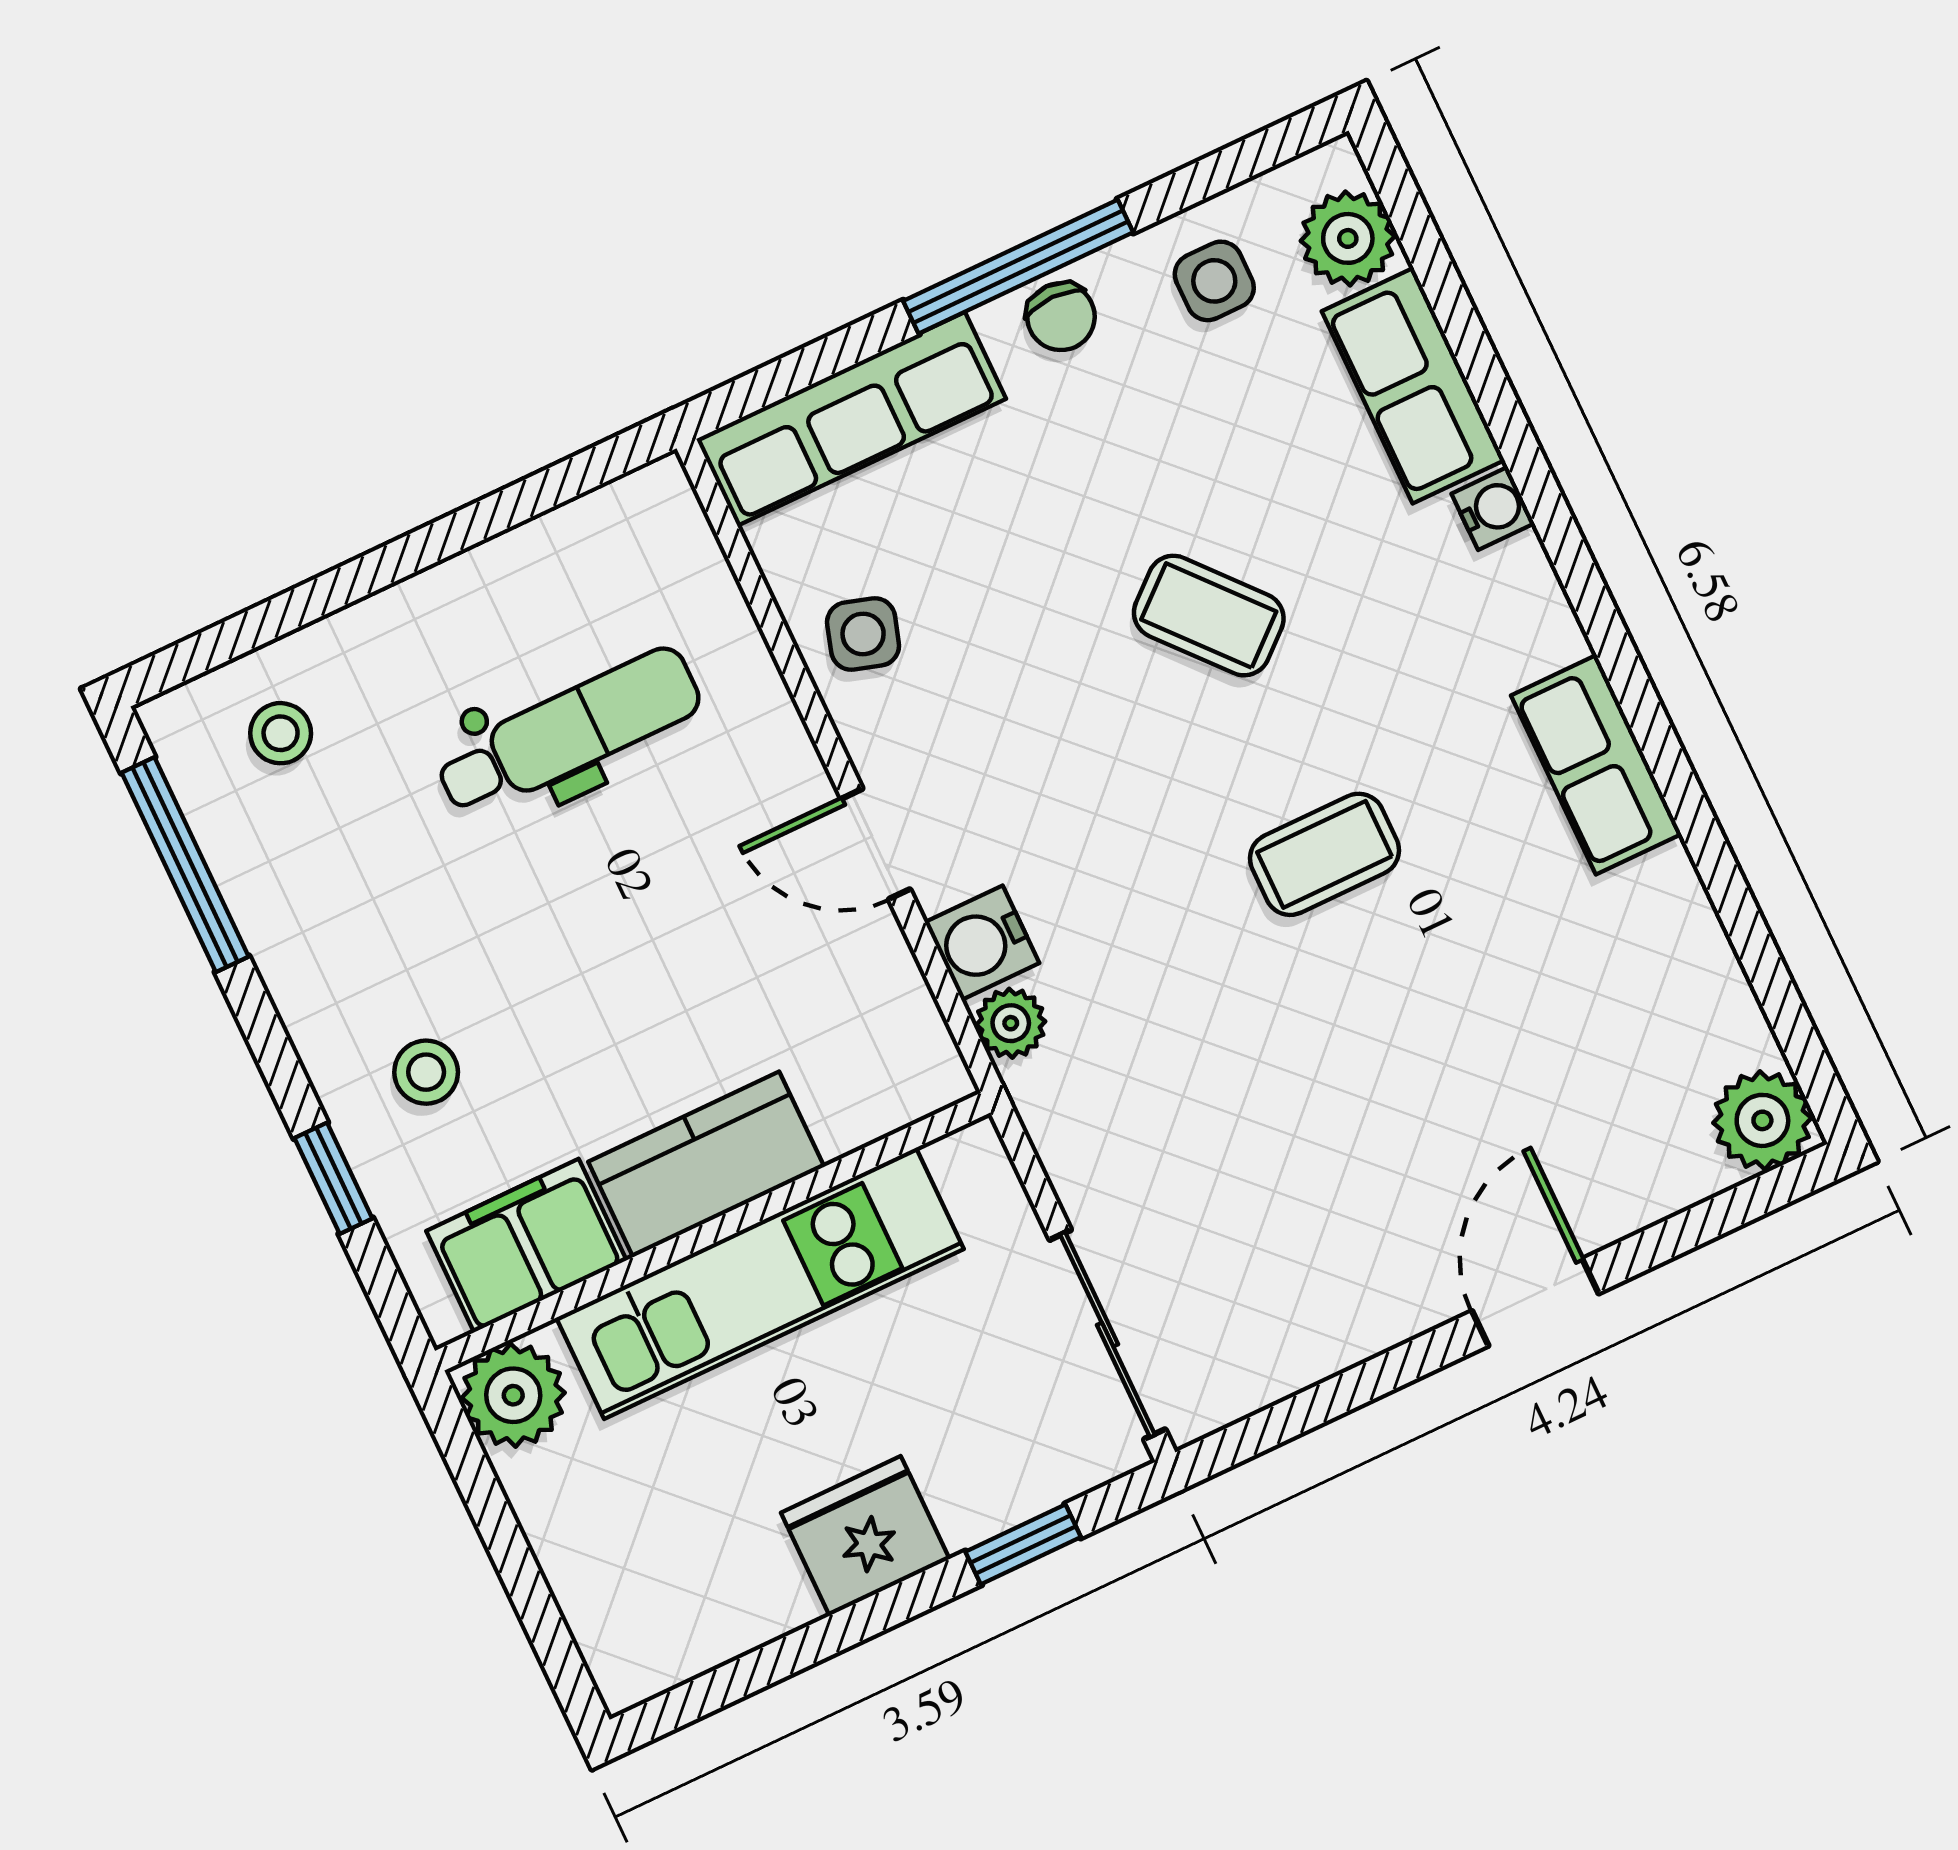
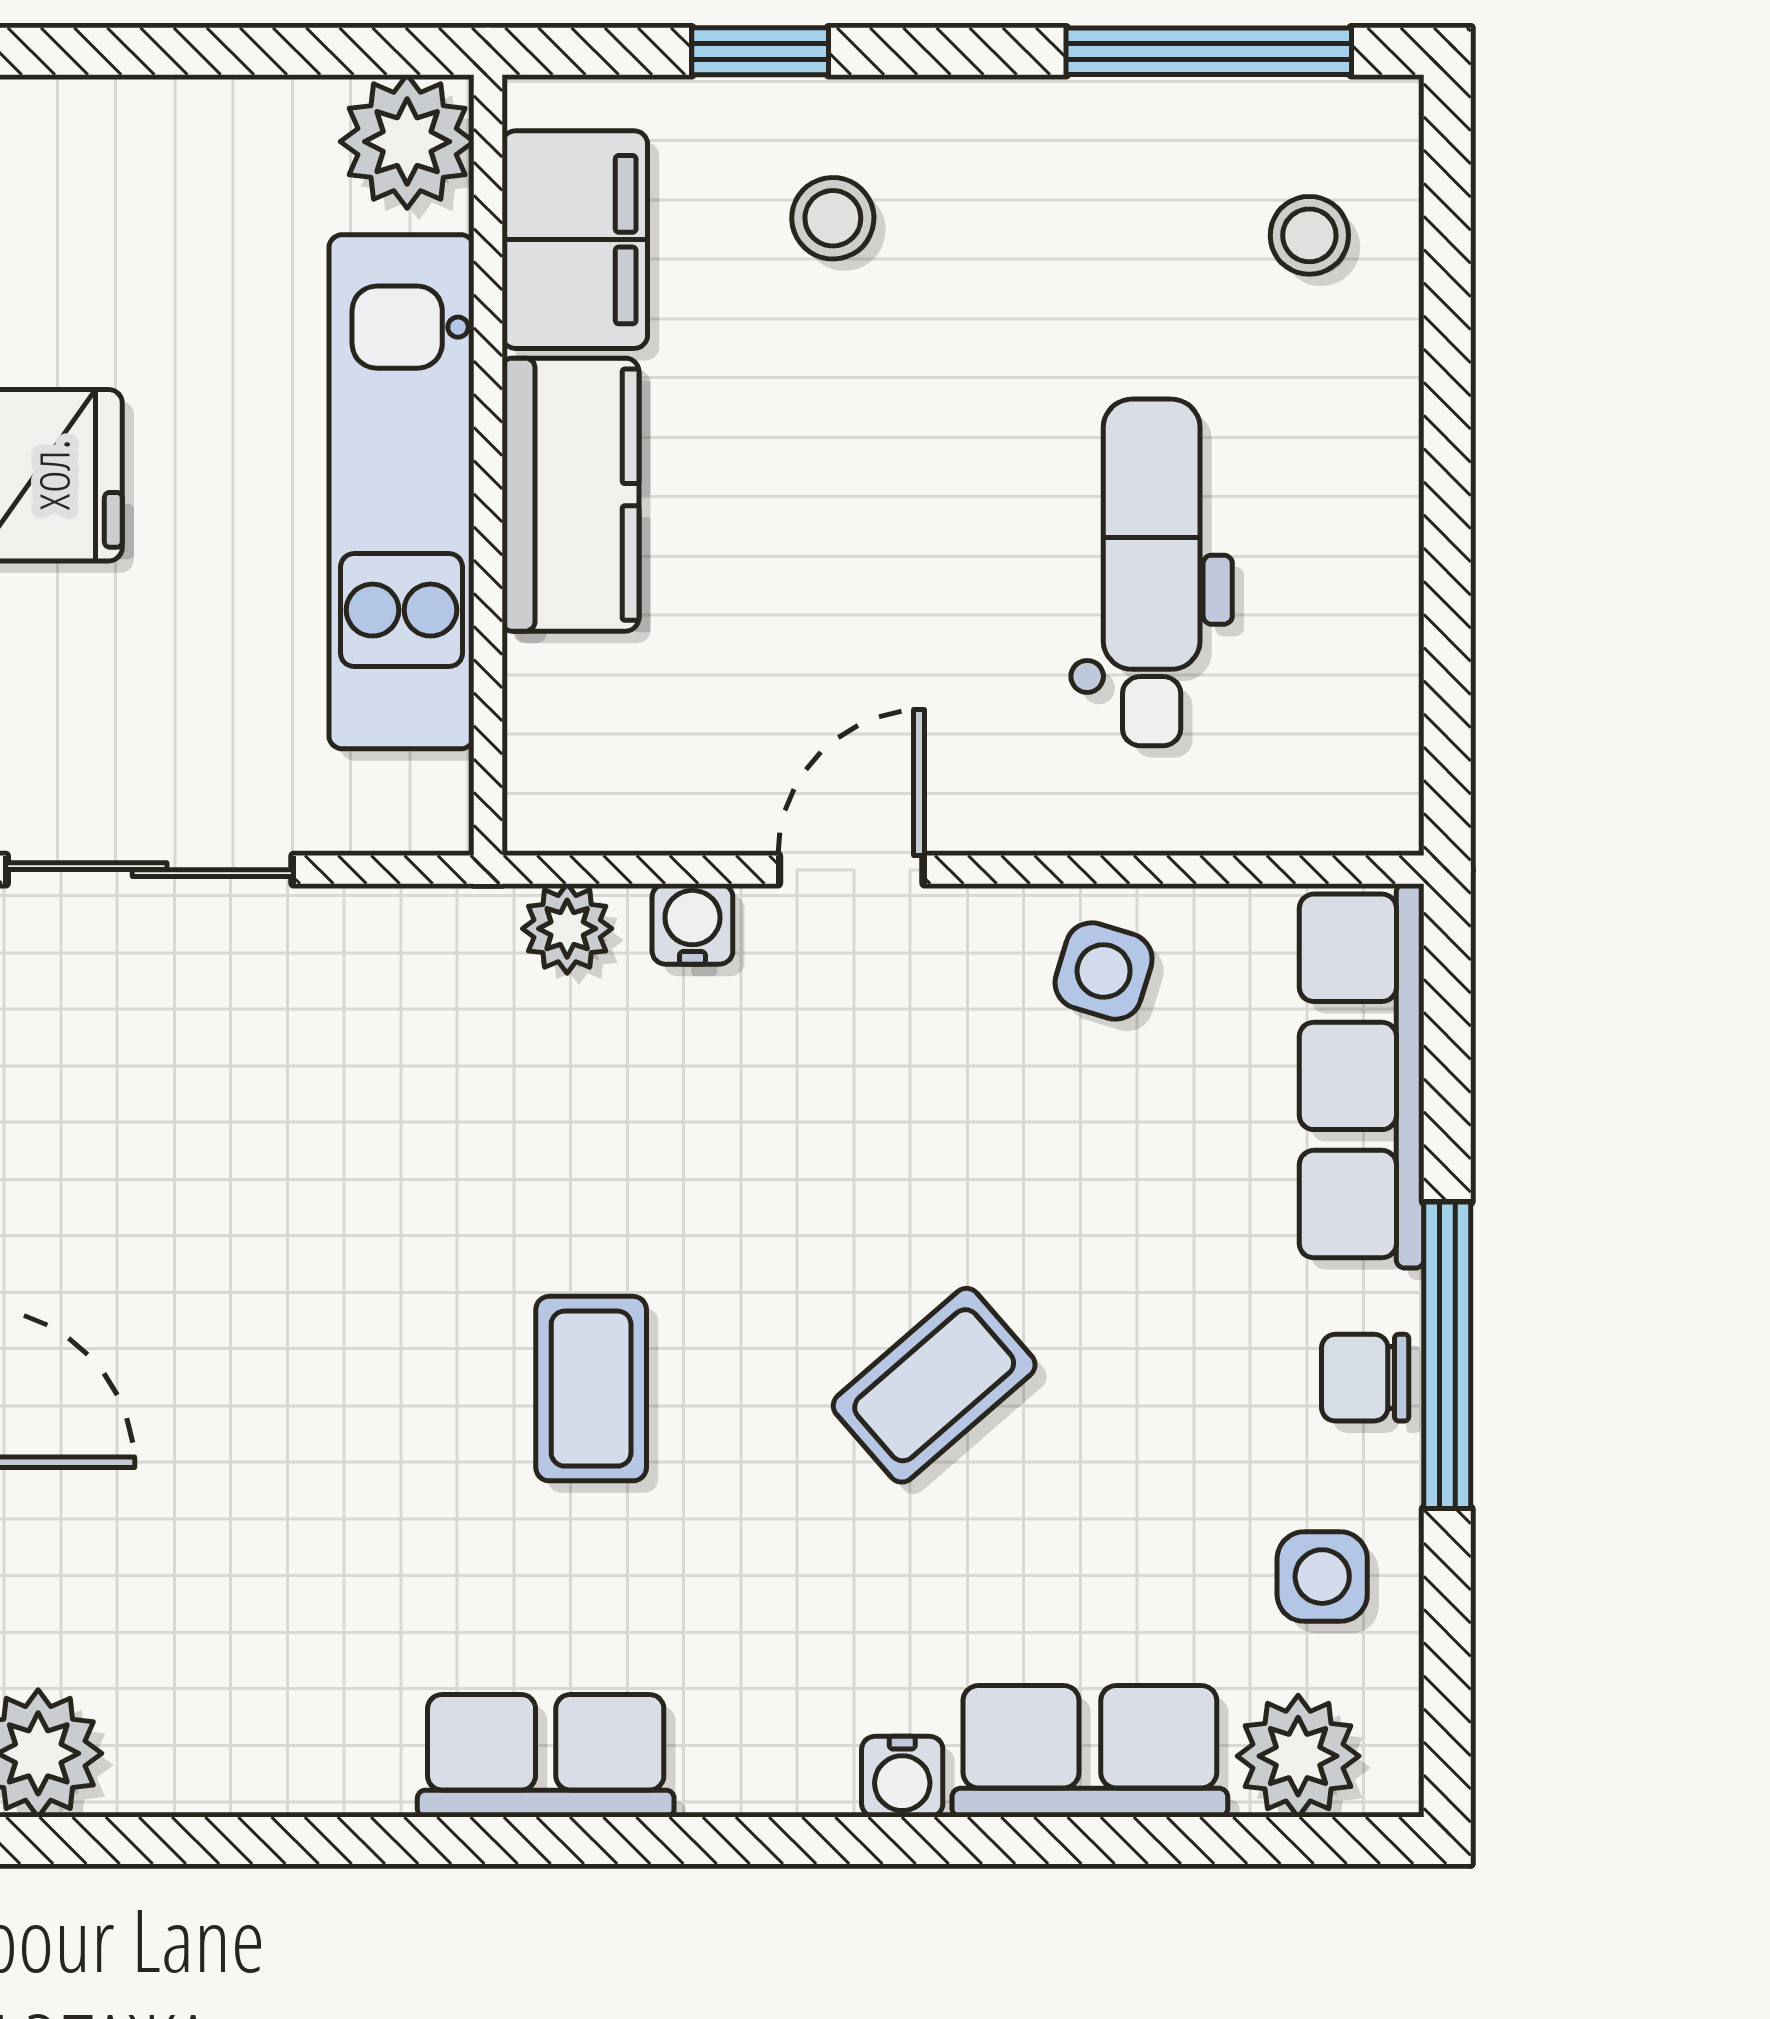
dental chair: (568, 732) -> (1152, 572), turned 180
water cooler: (982, 943) -> (692, 924), width x0.72, depth x0.72

